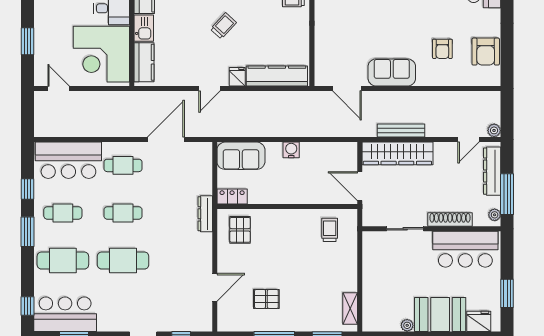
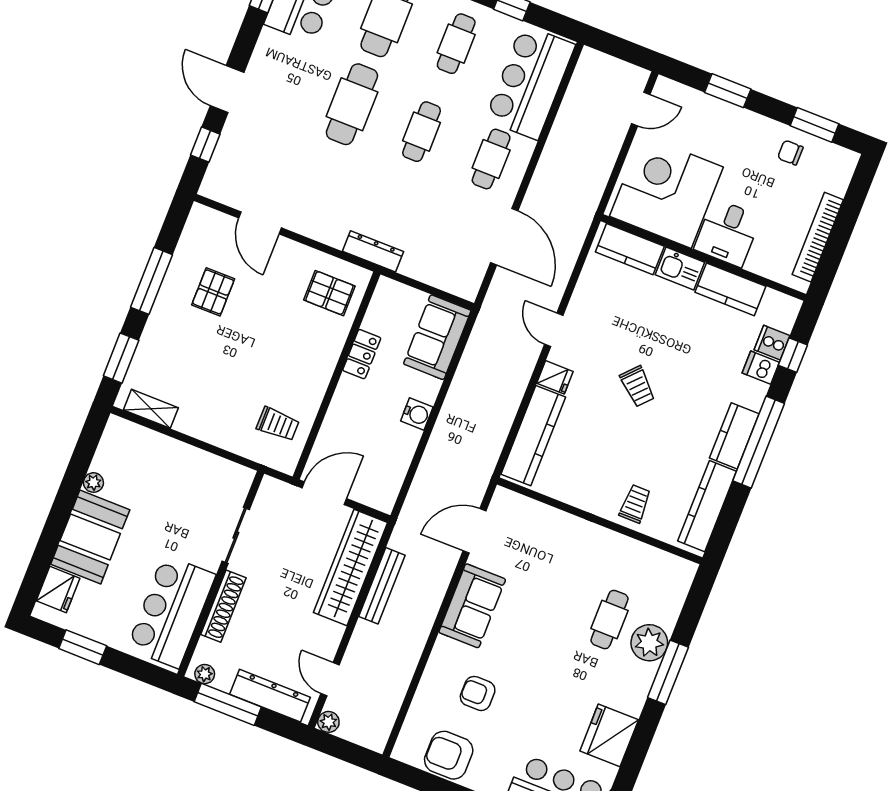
locker: (232, 196) -> (362, 354), moved

